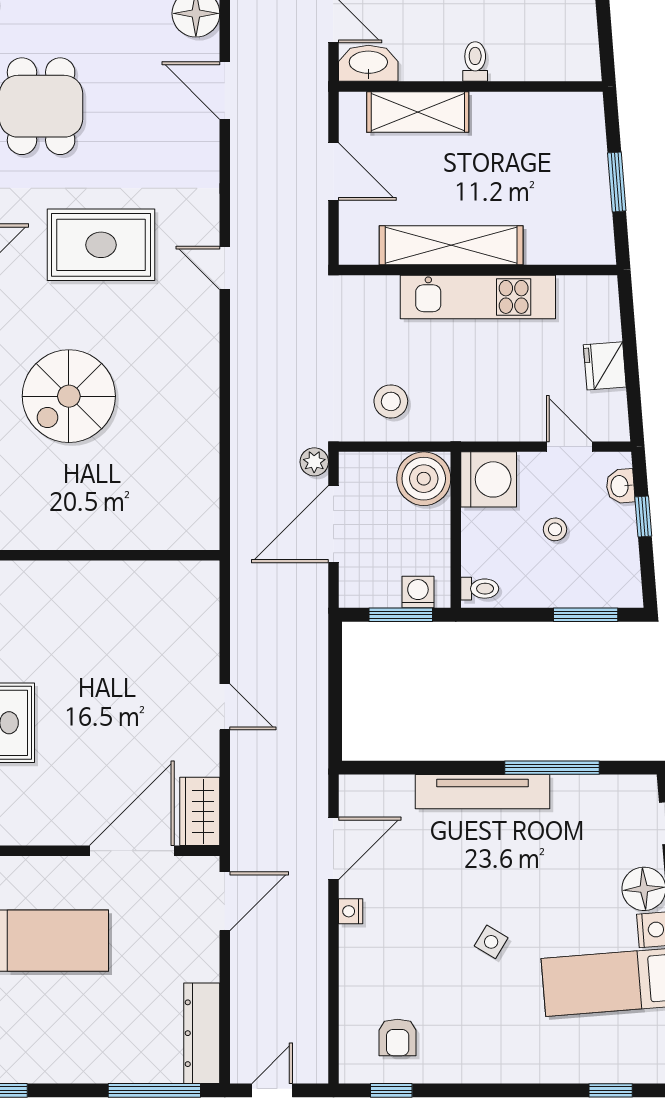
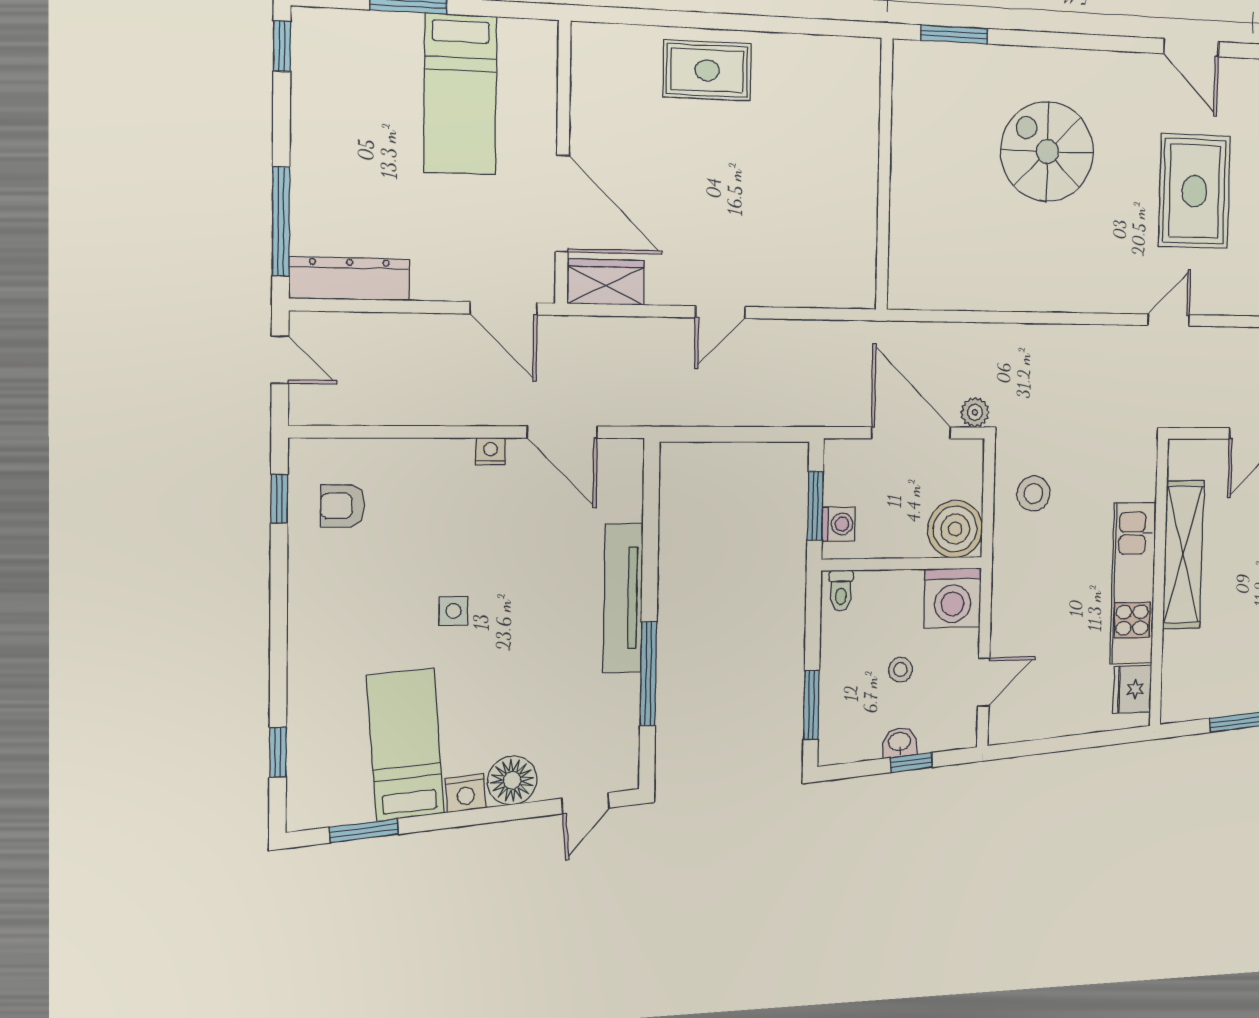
fridge: (605, 366) -> (1132, 689), moved, turned -85
washbasin: (620, 486) -> (900, 742), moved
side table: (491, 942) -> (453, 611), turned -31

